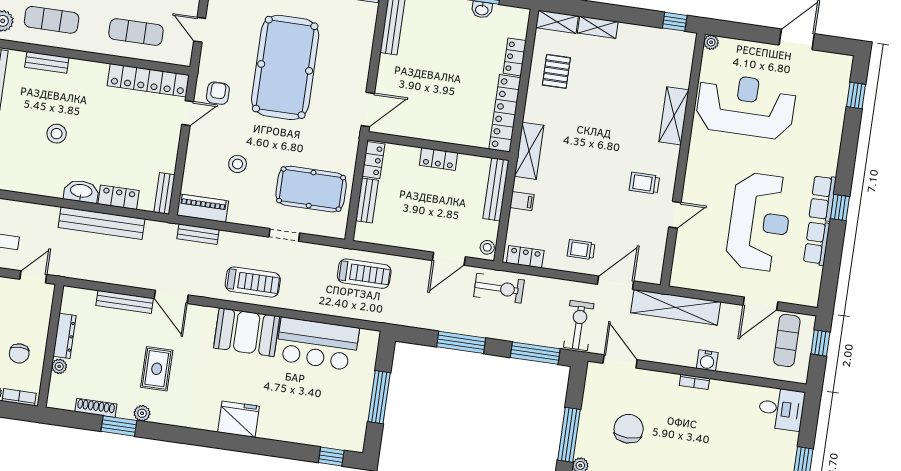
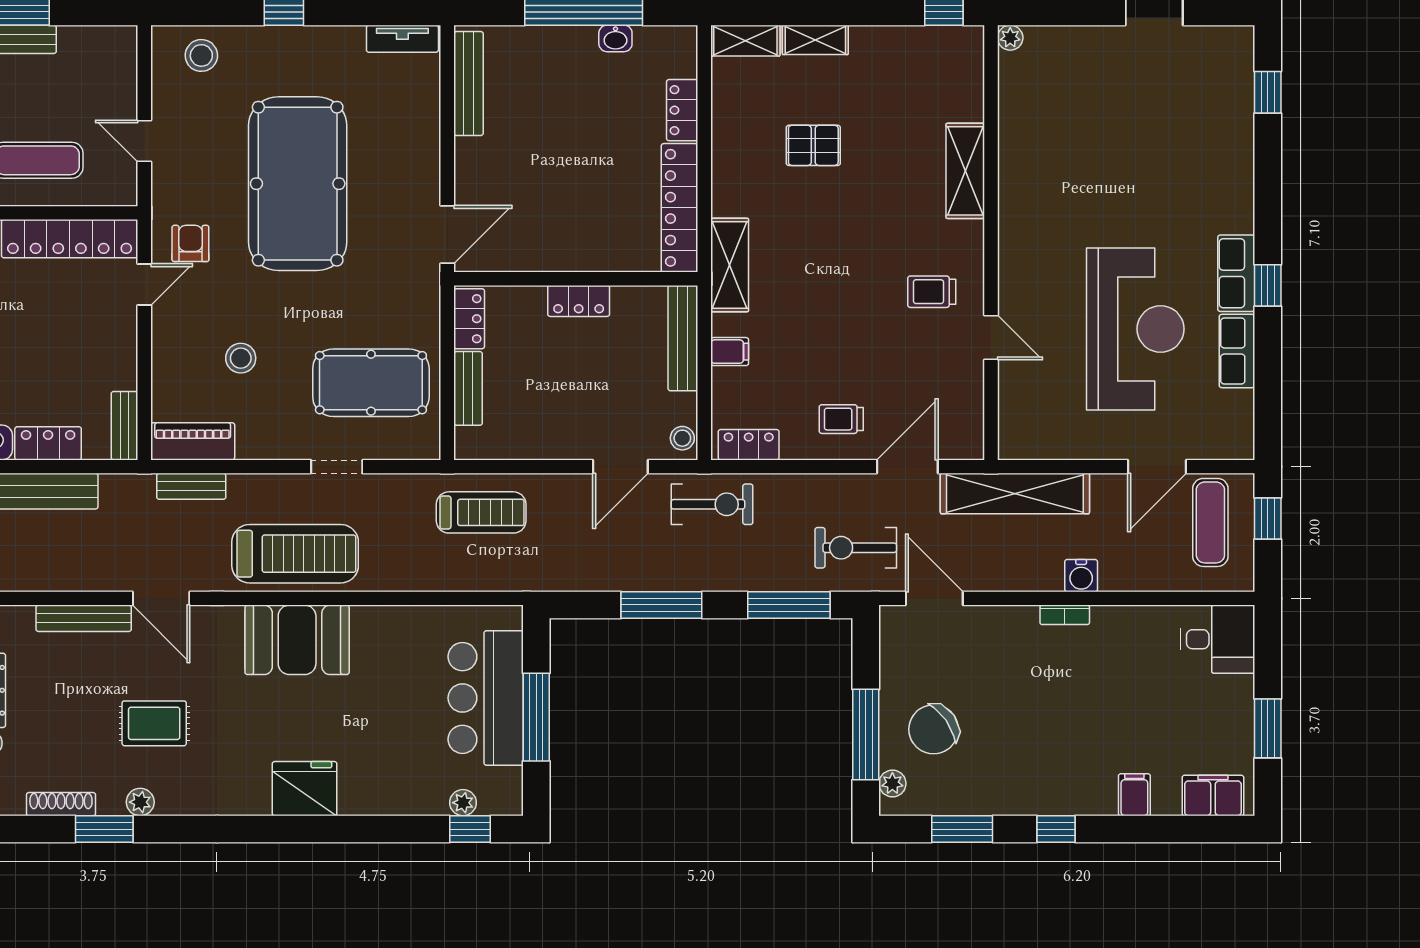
pallet: (556, 71) -> (813, 145), moved, turned 90
reception desk: (746, 106) -> (1084, 137), removed
door: (675, 215) -> (991, 338), hinge flipped
treadmill: (253, 282) -> (295, 554), width x1.37, depth x1.37
exercise bike: (579, 325) -> (856, 548), turned -90
bar counter: (317, 344) -> (486, 698), moved, turned 90
rug: (157, 369) -> (154, 723), turned 90
chair: (629, 429) -> (934, 729), moved, turned -125
plant: (329, 441) -> (463, 803), added

